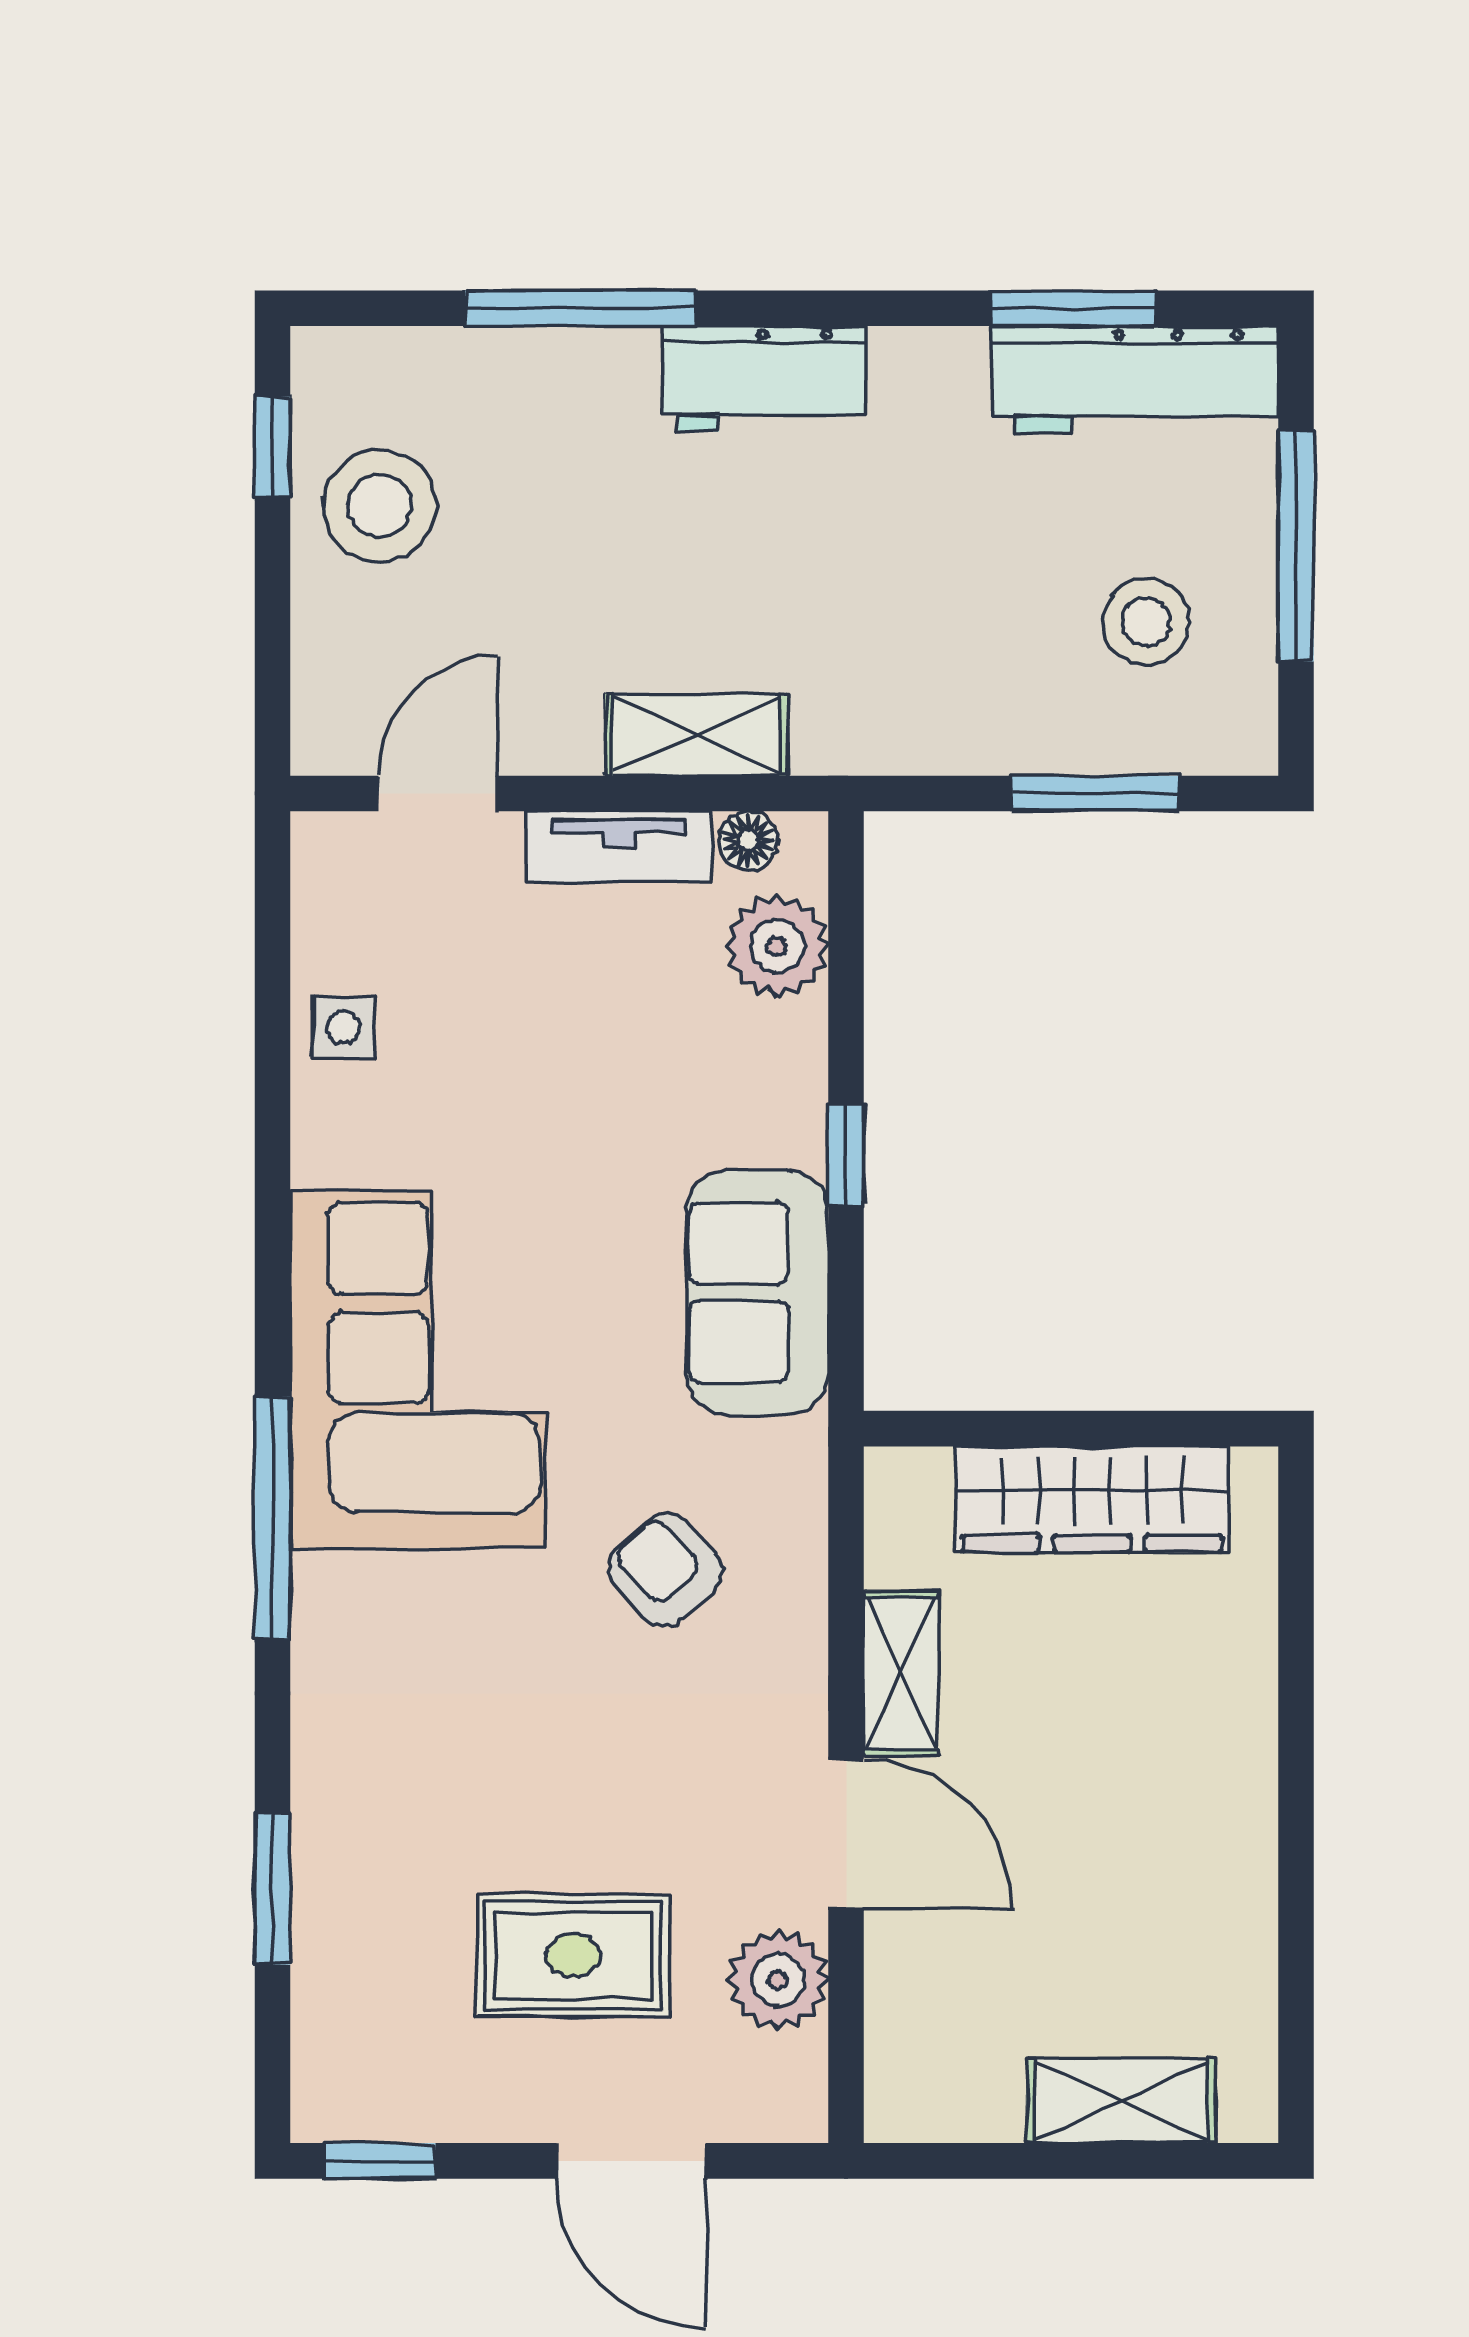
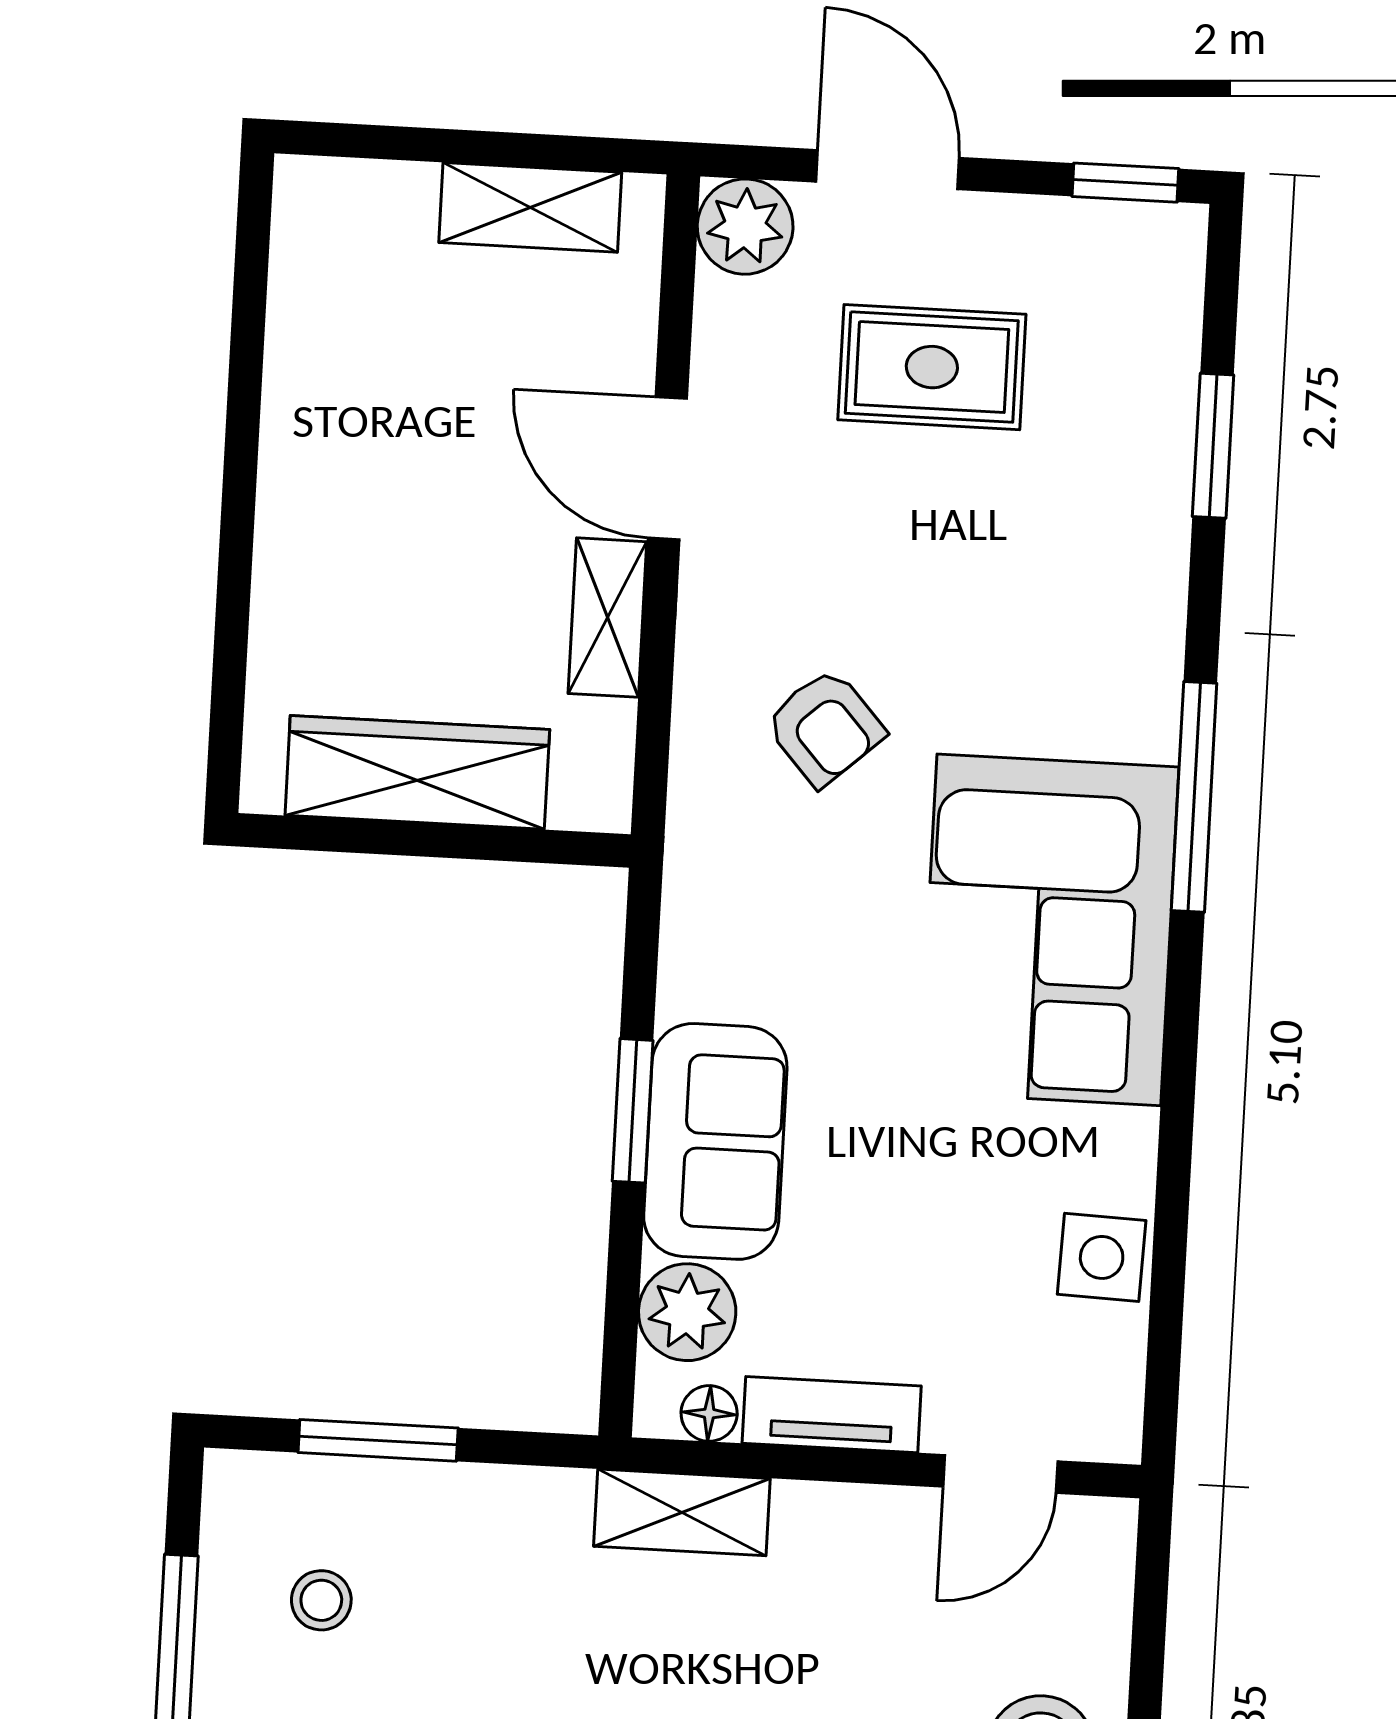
stool: (1146, 622) -> (321, 1600), width x0.73, depth x0.73
shelving: (696, 735) -> (682, 1512), moved
side table: (344, 1027) -> (1102, 1257), width x1.37, depth x1.37
window: (846, 1155) -> (633, 1111), width x1.50
sofa: (757, 1293) -> (715, 1141), moved
plant: (778, 1980) -> (745, 227), moved
shelving: (1121, 2101) -> (530, 207), moved

